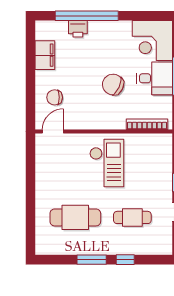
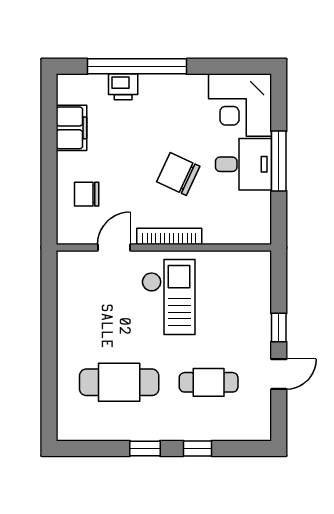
bookcase: (147, 124) -> (169, 236), moved
door: (53, 131) -> (114, 248), moved
window: (92, 260) -> (145, 448), width x0.67

